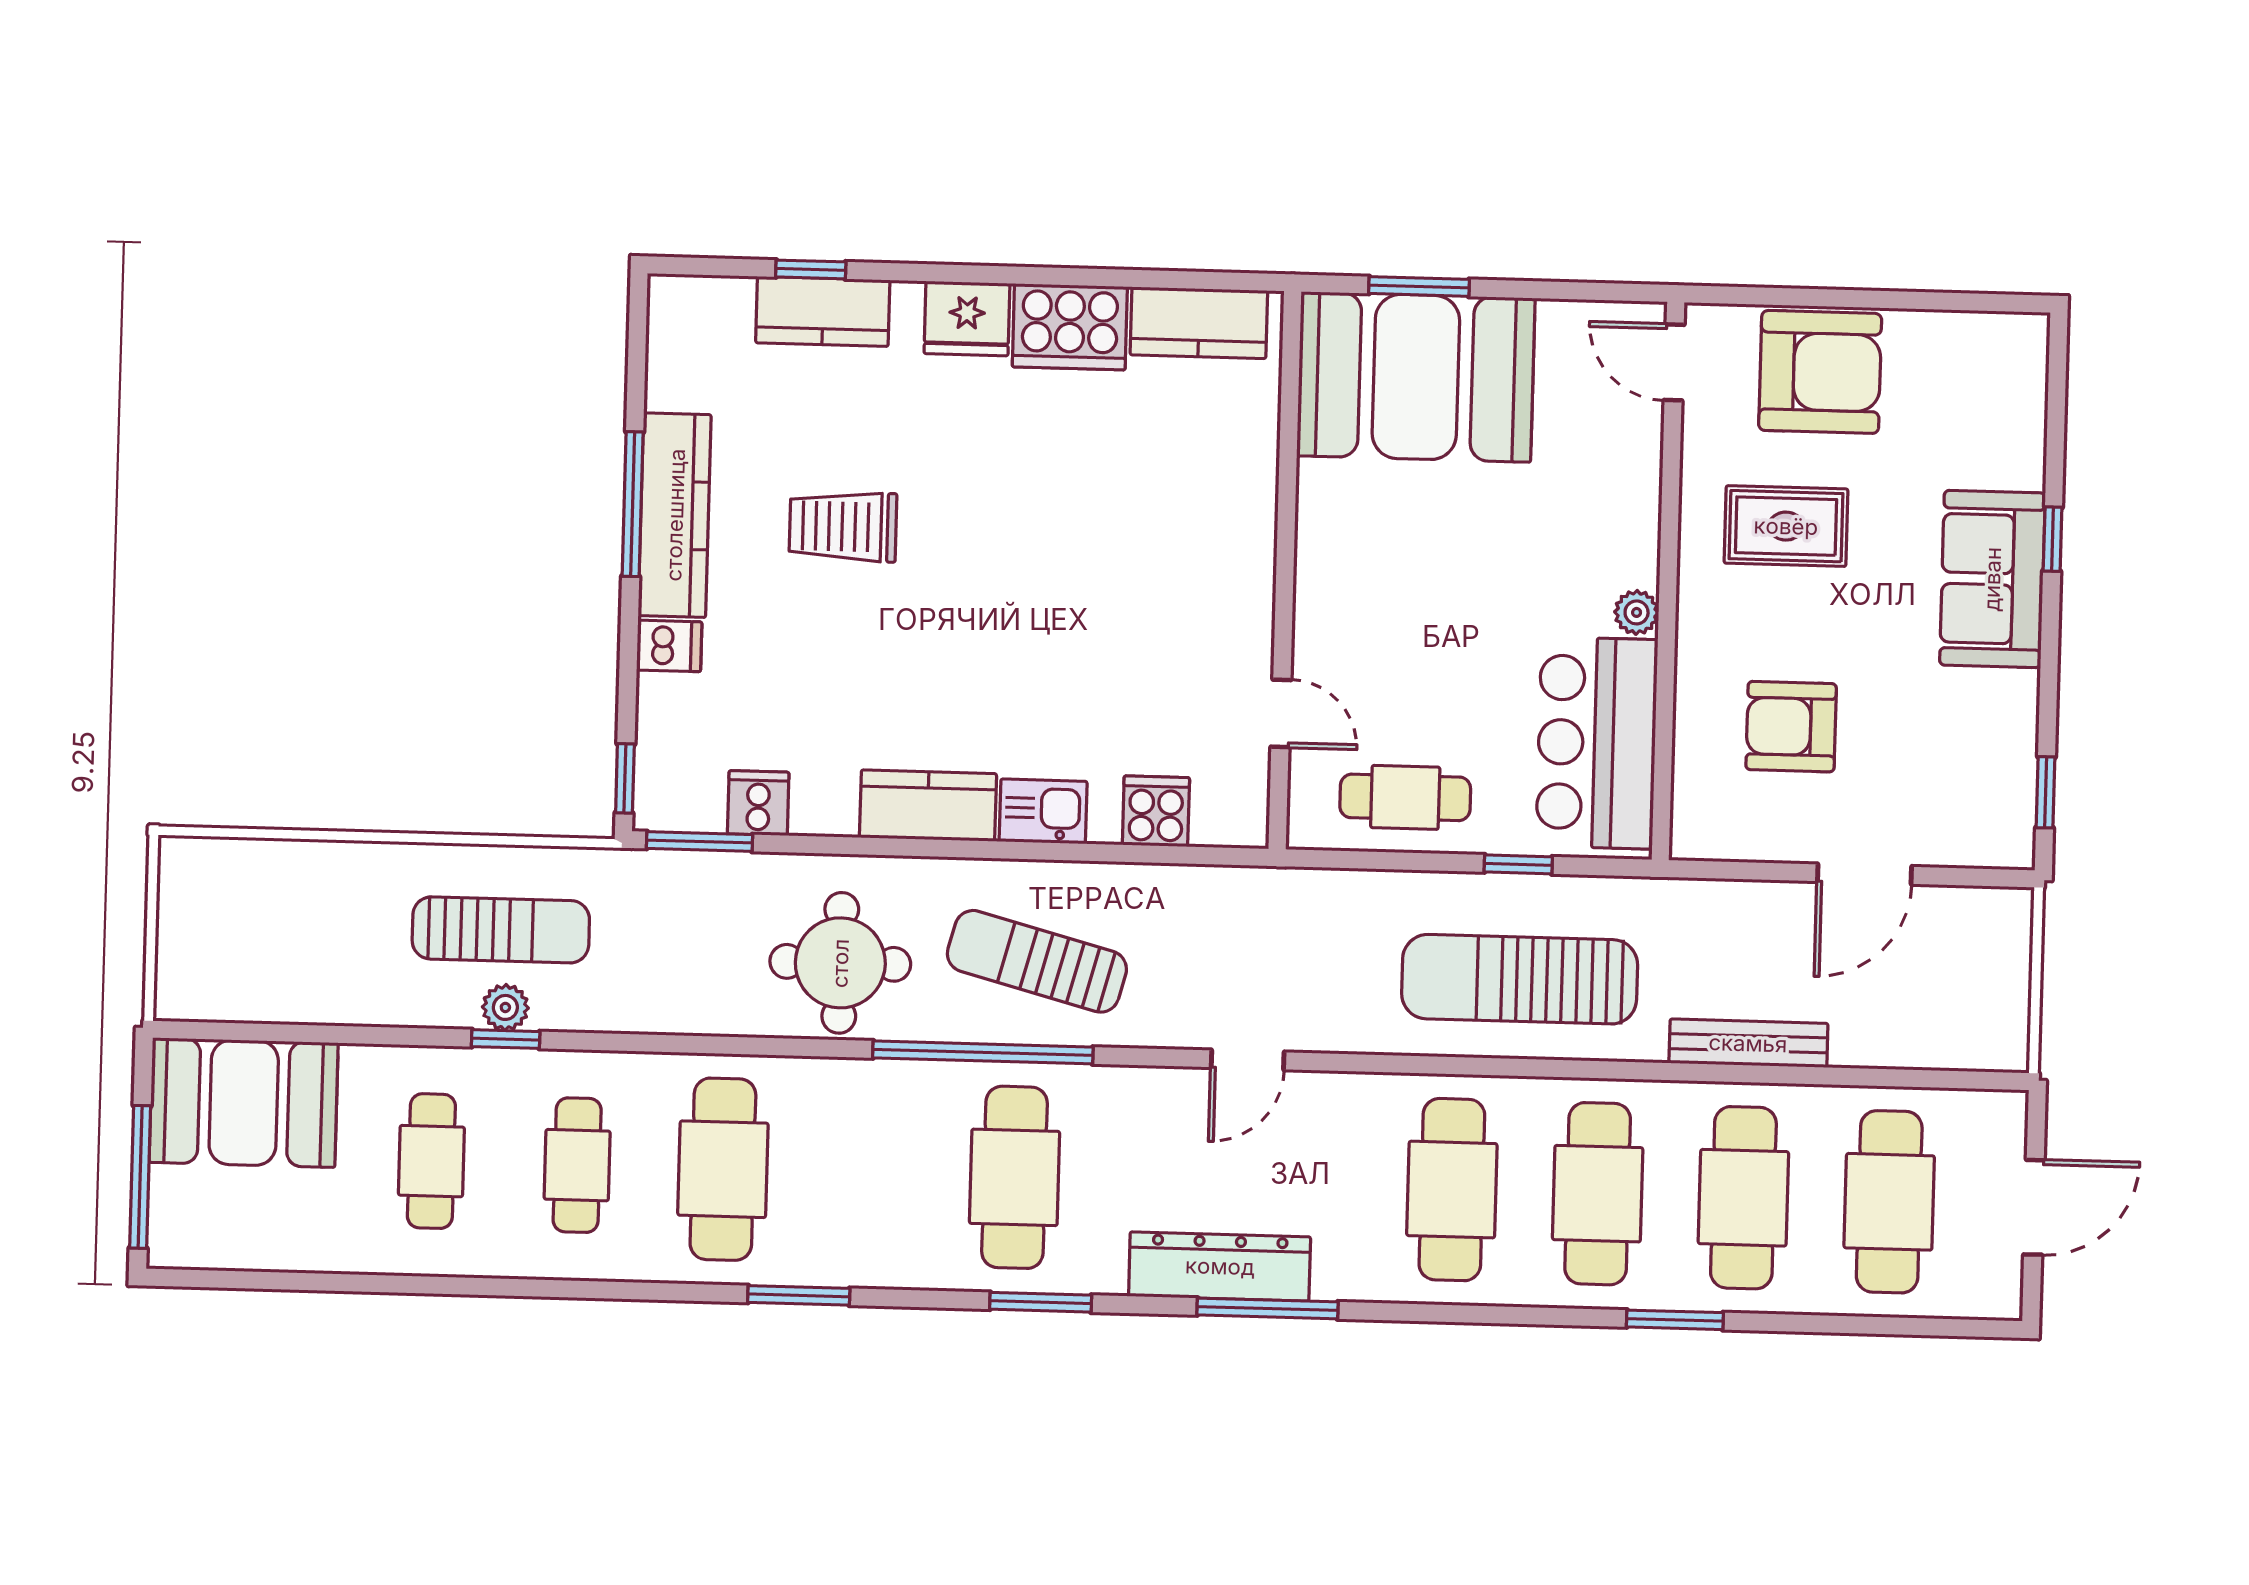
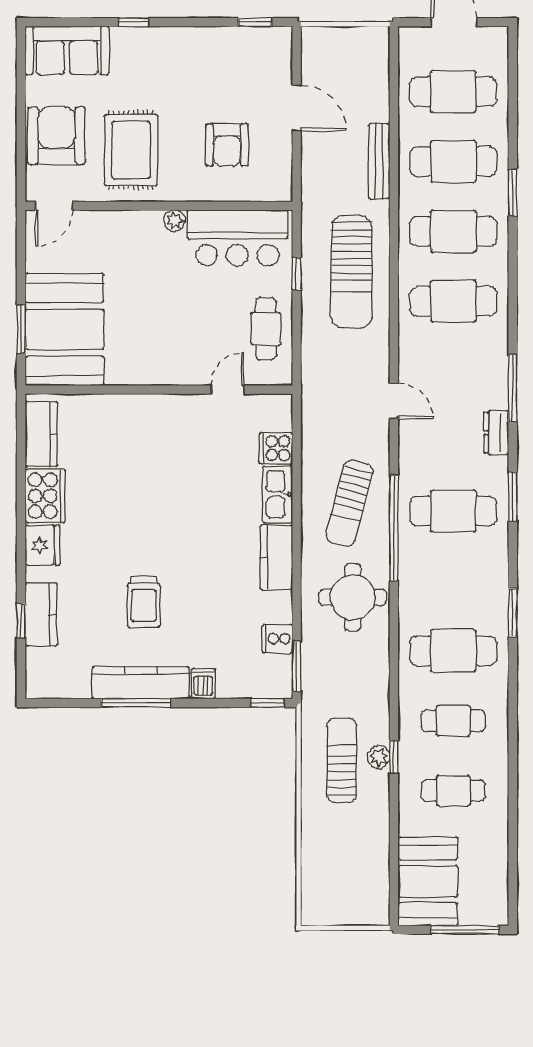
rug: (1786, 526) -> (131, 150), width x1.36, depth x1.43
sofa: (1992, 579) -> (67, 50), moved
kitchen sink: (1043, 811) -> (278, 494), width x1.38
dresser: (1220, 1266) -> (496, 433), width x0.51, depth x0.80

